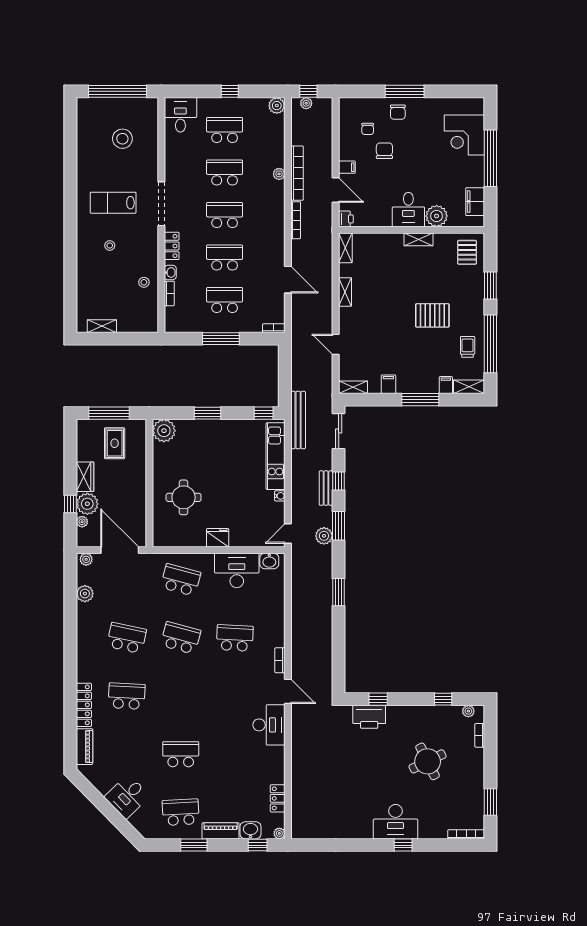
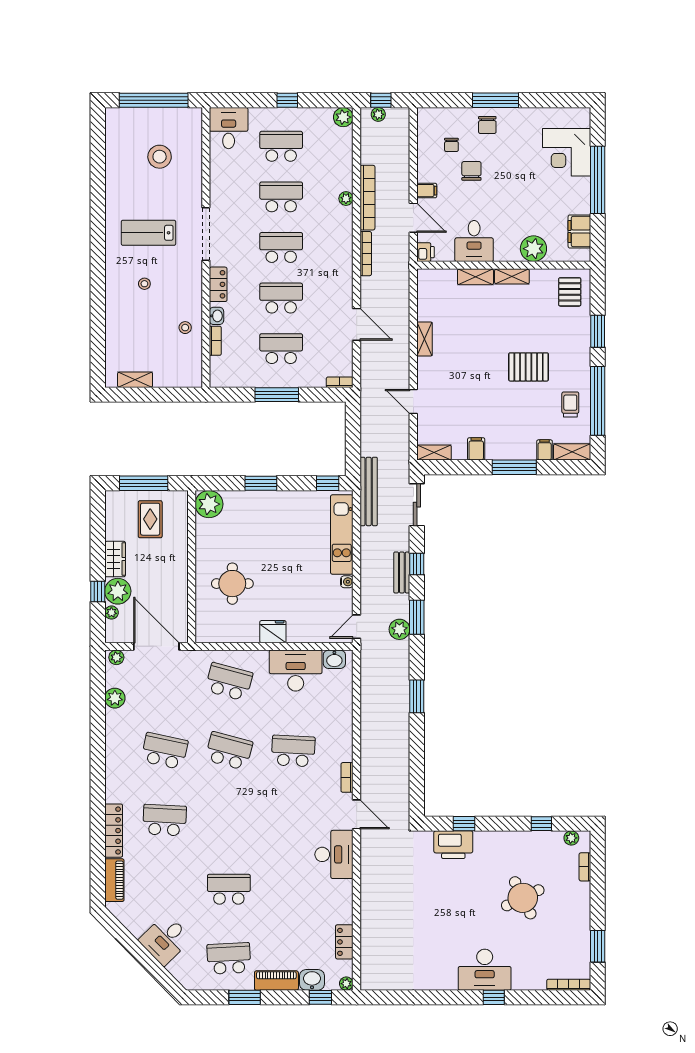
desk: (408, 210) -> (474, 241), moved
shelving: (345, 248) -> (475, 277), moved, turned 90

